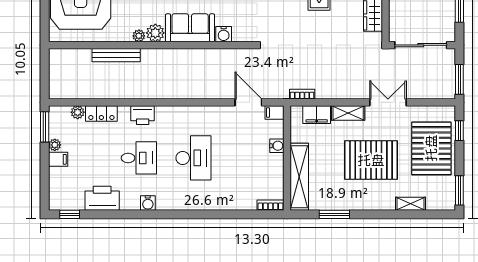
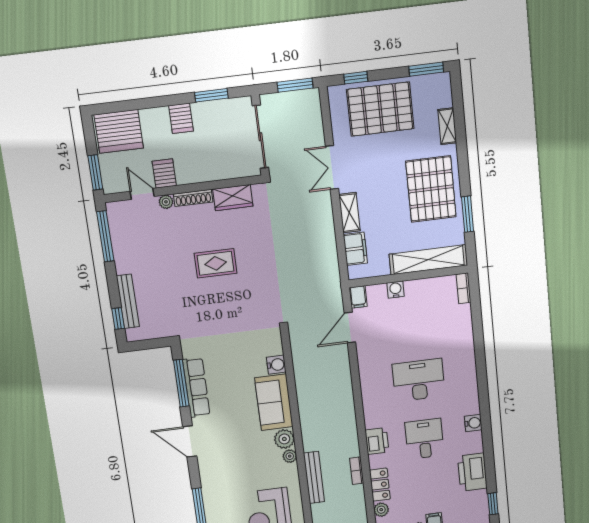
bookcase: (302, 94) -> (357, 471), moved
pallet: (371, 160) -> (431, 189), moved

